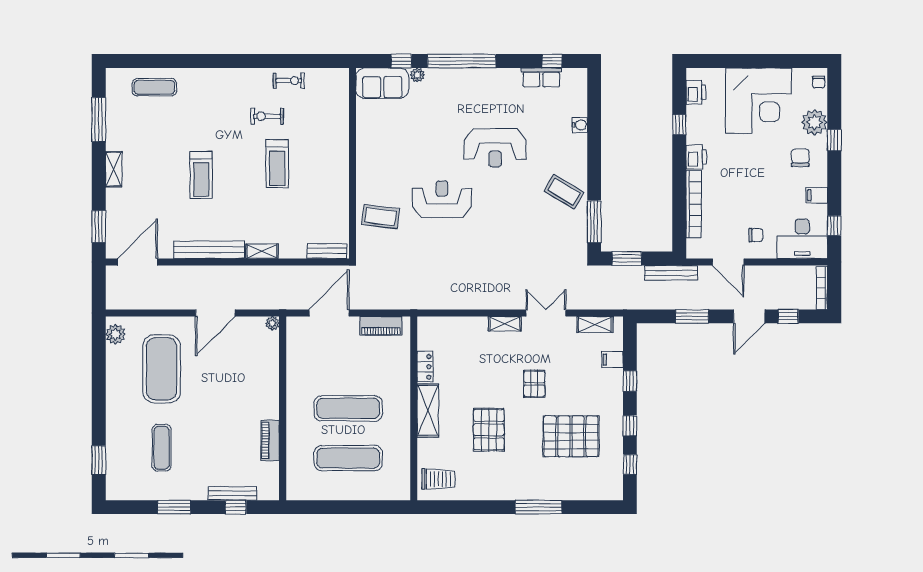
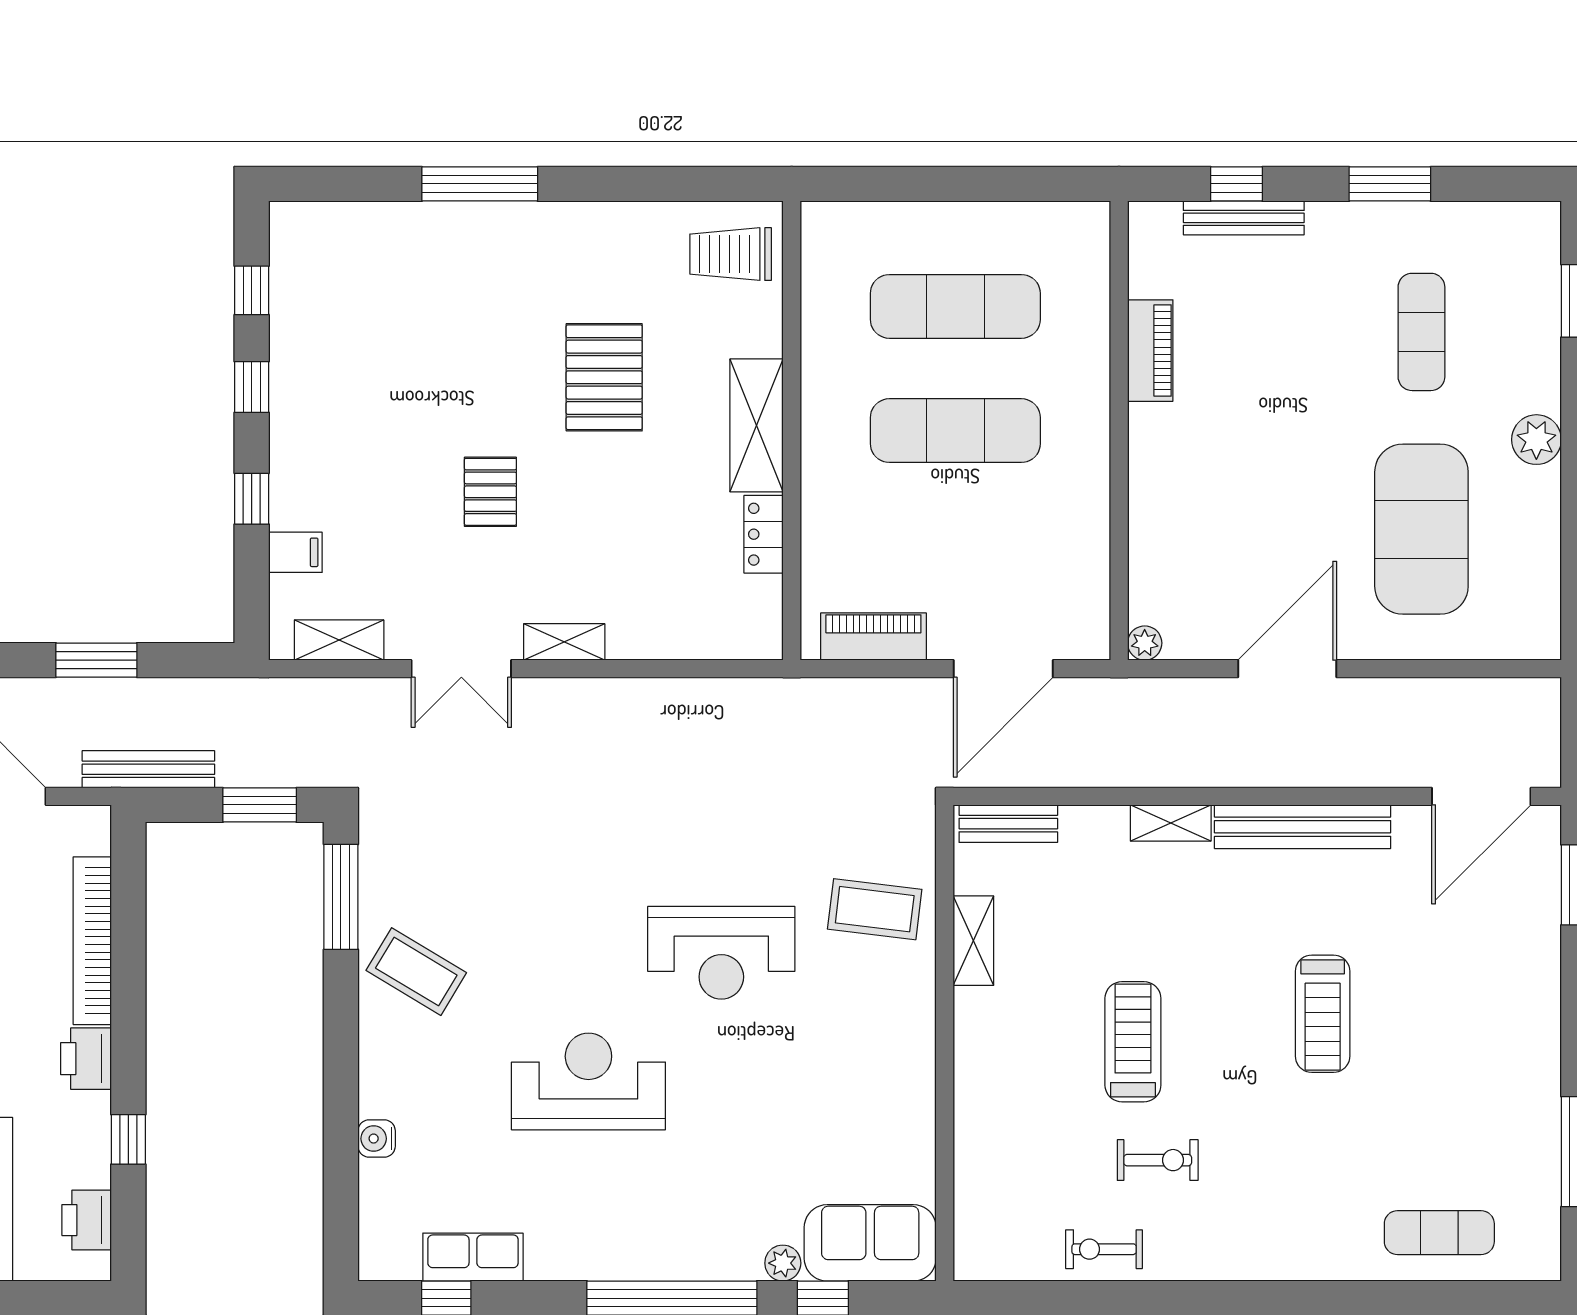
shelving: (114, 169) -> (973, 941), moved
treadmill: (201, 175) -> (1323, 1014), turned 180
plant: (116, 334) -> (1536, 440), moved
pallet: (571, 436) -> (399, 361), removed

